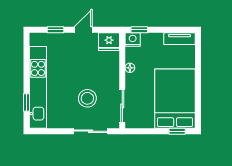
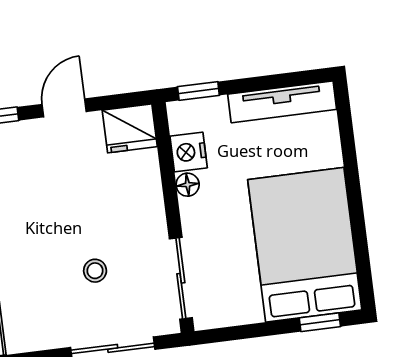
tv unit: (180, 39) -> (282, 102), width x1.41
nightstand: (133, 40) -> (189, 152), moved, turned -90
stool: (87, 98) -> (95, 271), width x0.53, depth x0.53

